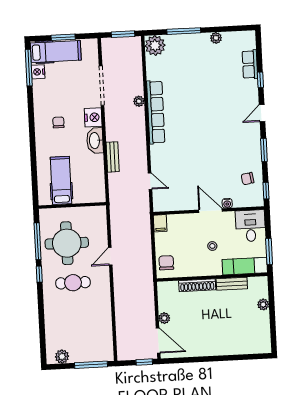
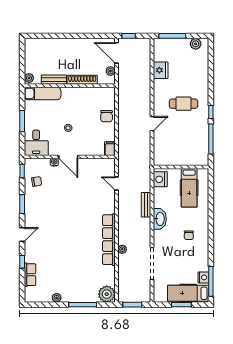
nightstand: (93, 117) -> (160, 179), moved
round table: (67, 243) -> (187, 136), removed
exam couch: (245, 266) -> (43, 93), moved
wall: (212, 277) -> (70, 86), moved
bench: (232, 284) -> (54, 80), moved
shoe rack: (197, 285) -> (82, 80), moved
fridge: (103, 322) -> (161, 70), added

